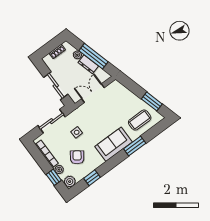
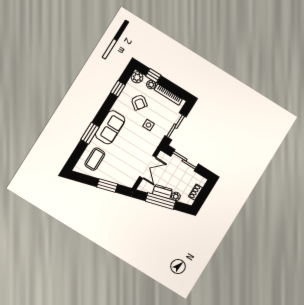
window: (152, 101) -> (107, 185), moved

